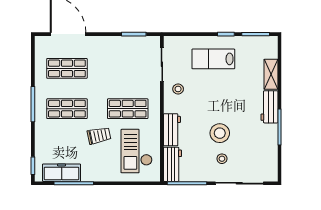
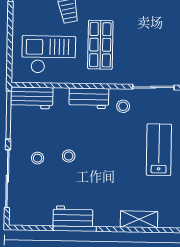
workbench: (269, 107) -> (73, 216), moved
workbench: (172, 130) -> (89, 98), moved
stool: (220, 133) -> (69, 156), width x0.53, depth x0.53

